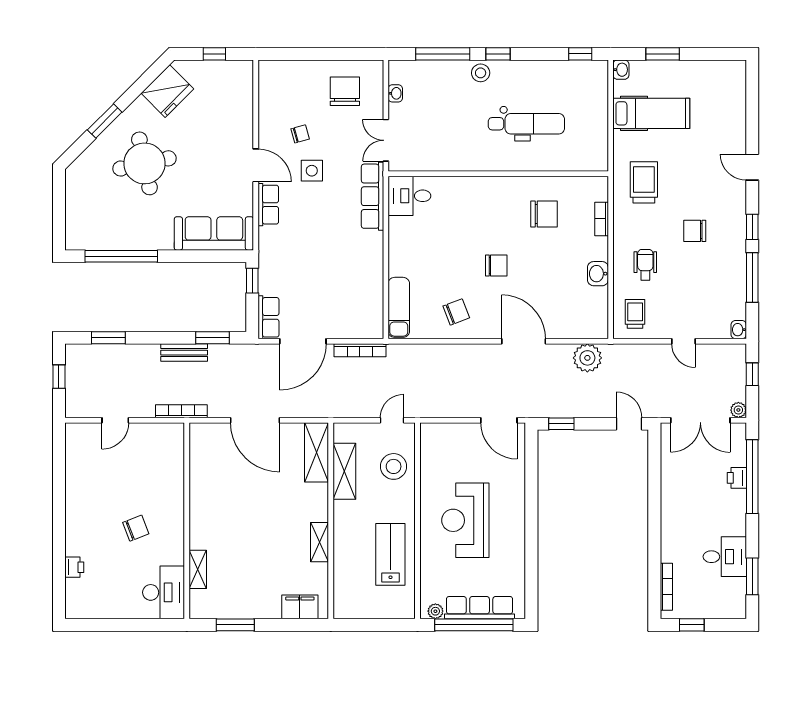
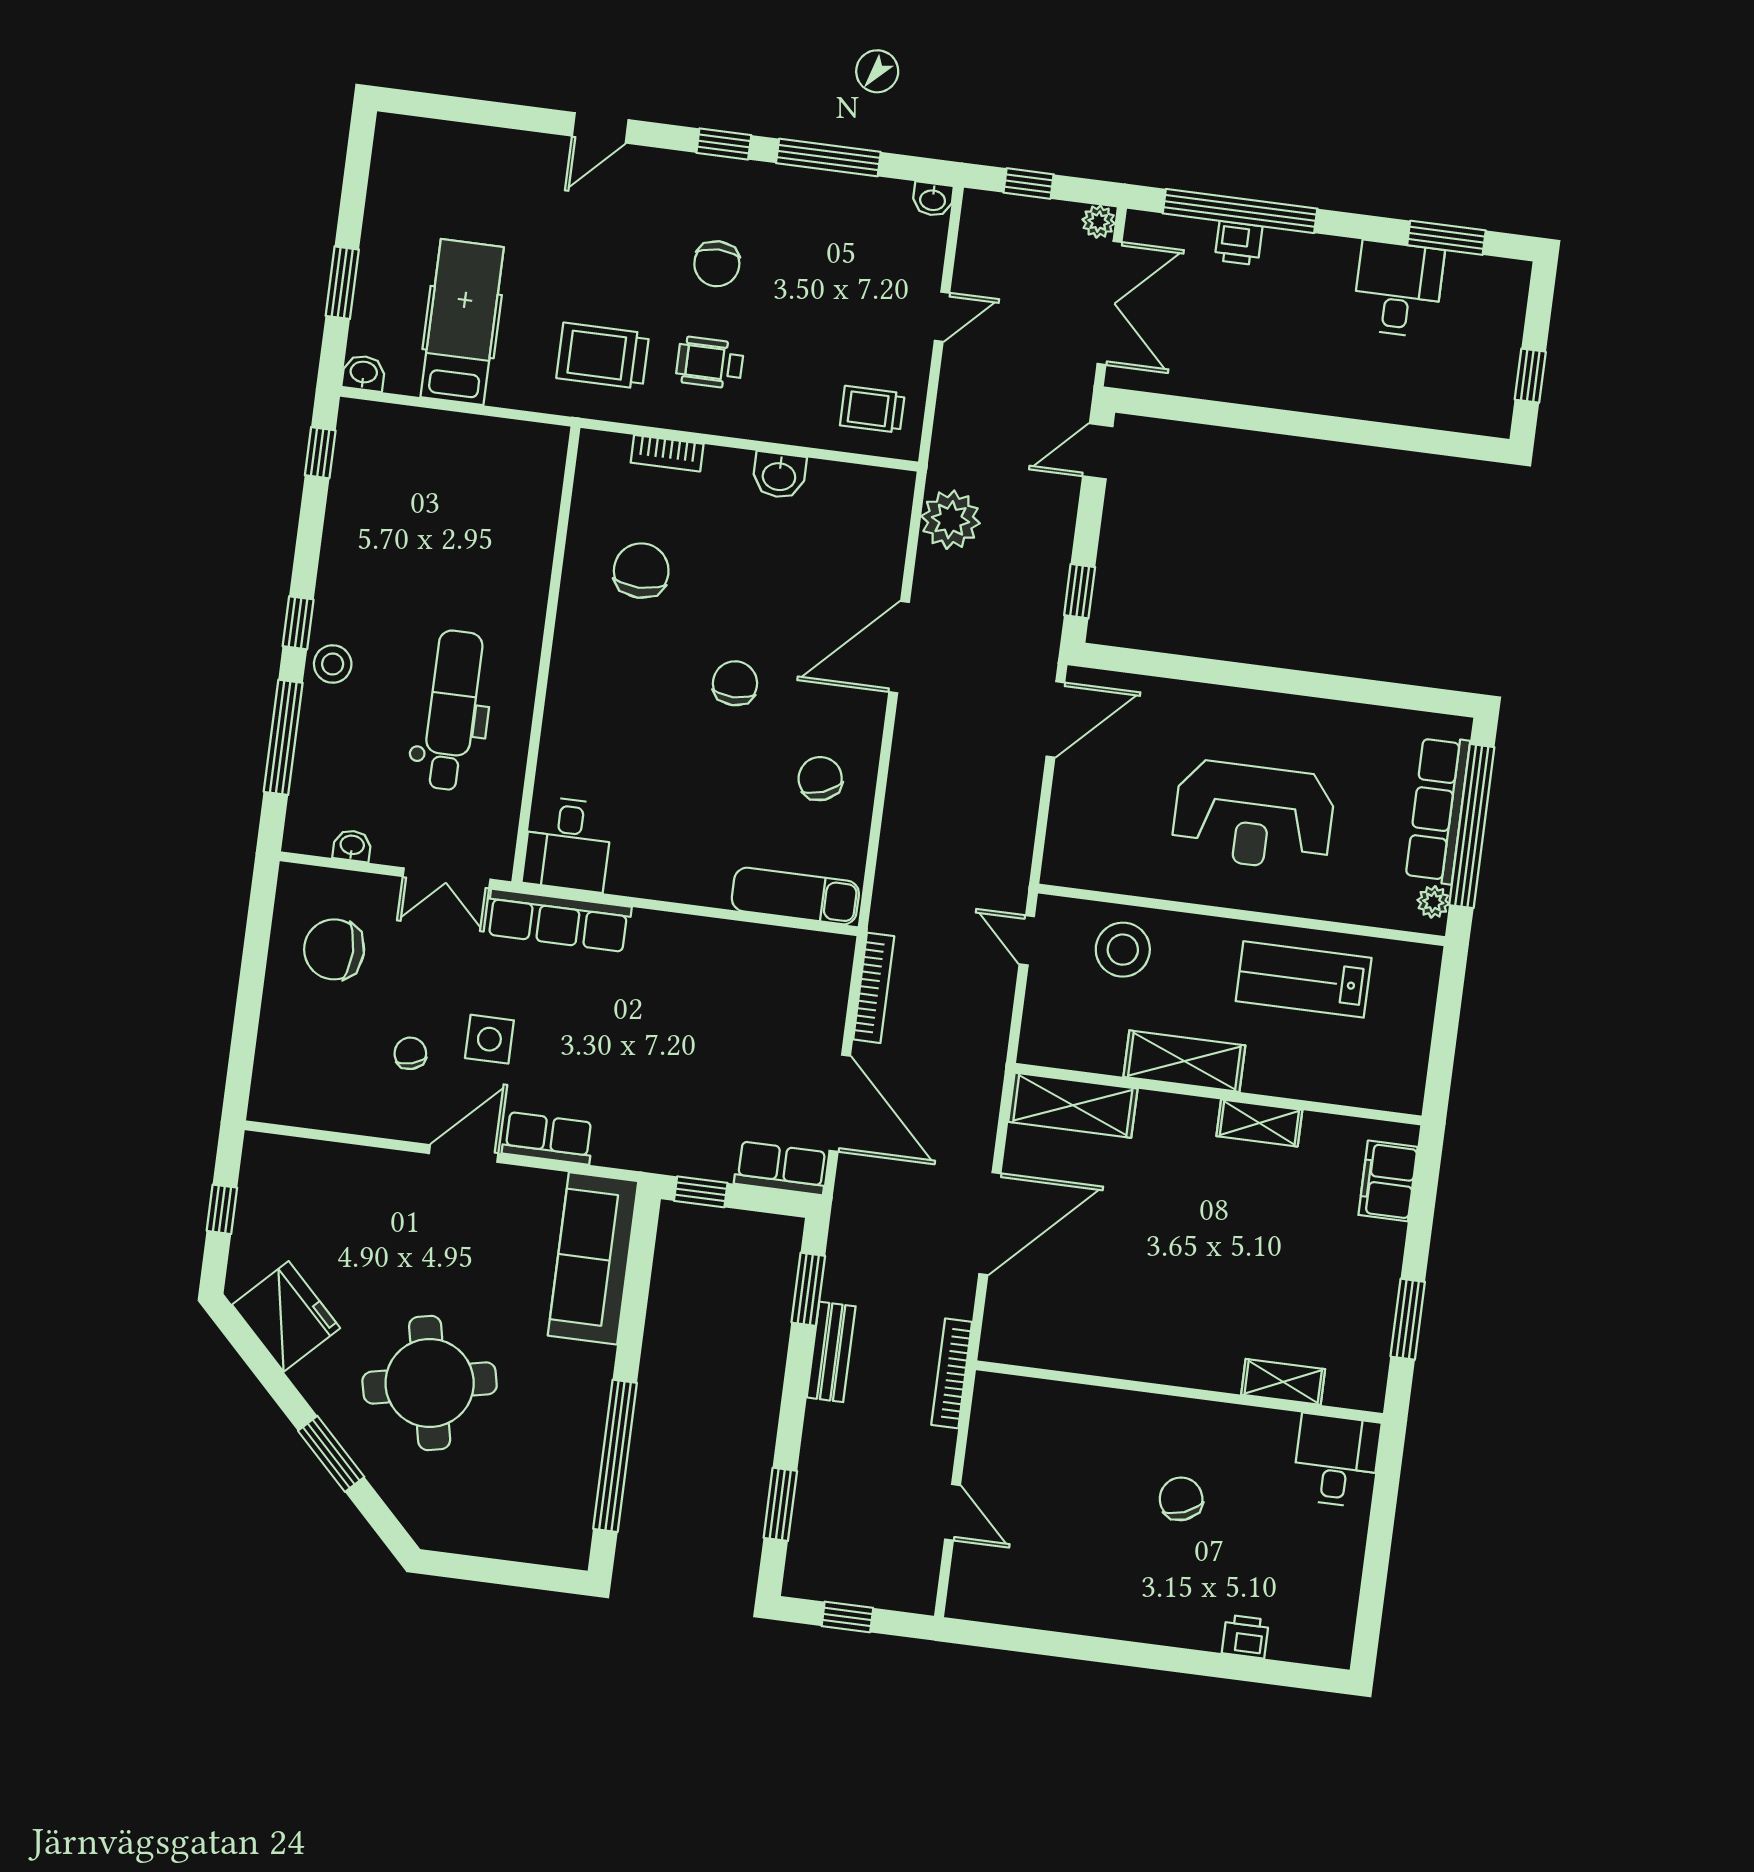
dental chair: (526, 124) -> (452, 710), moved
wheelchair: (645, 265) -> (710, 363), moved
shelving: (344, 471) -> (1184, 1061), moved
bookcase: (666, 587) -> (1445, 418), removed
desk: (164, 592) -> (1336, 1461), width x0.73

